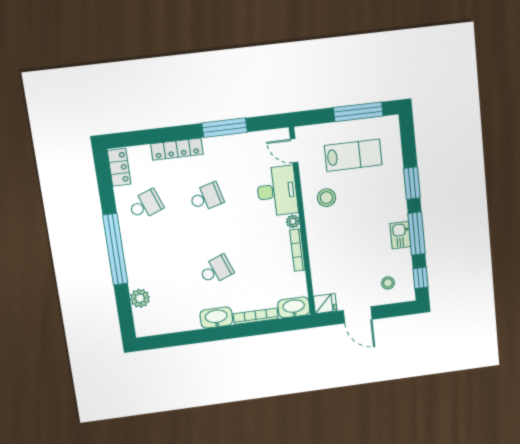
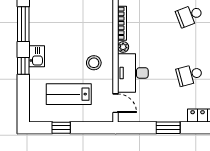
window: (358, 112) -> (61, 128), width x0.46
window: (225, 128) -> (168, 128), width x0.69
window: (412, 183) -> (23, 66), width x0.67
kitchen sink: (400, 235) -> (37, 56), moved

